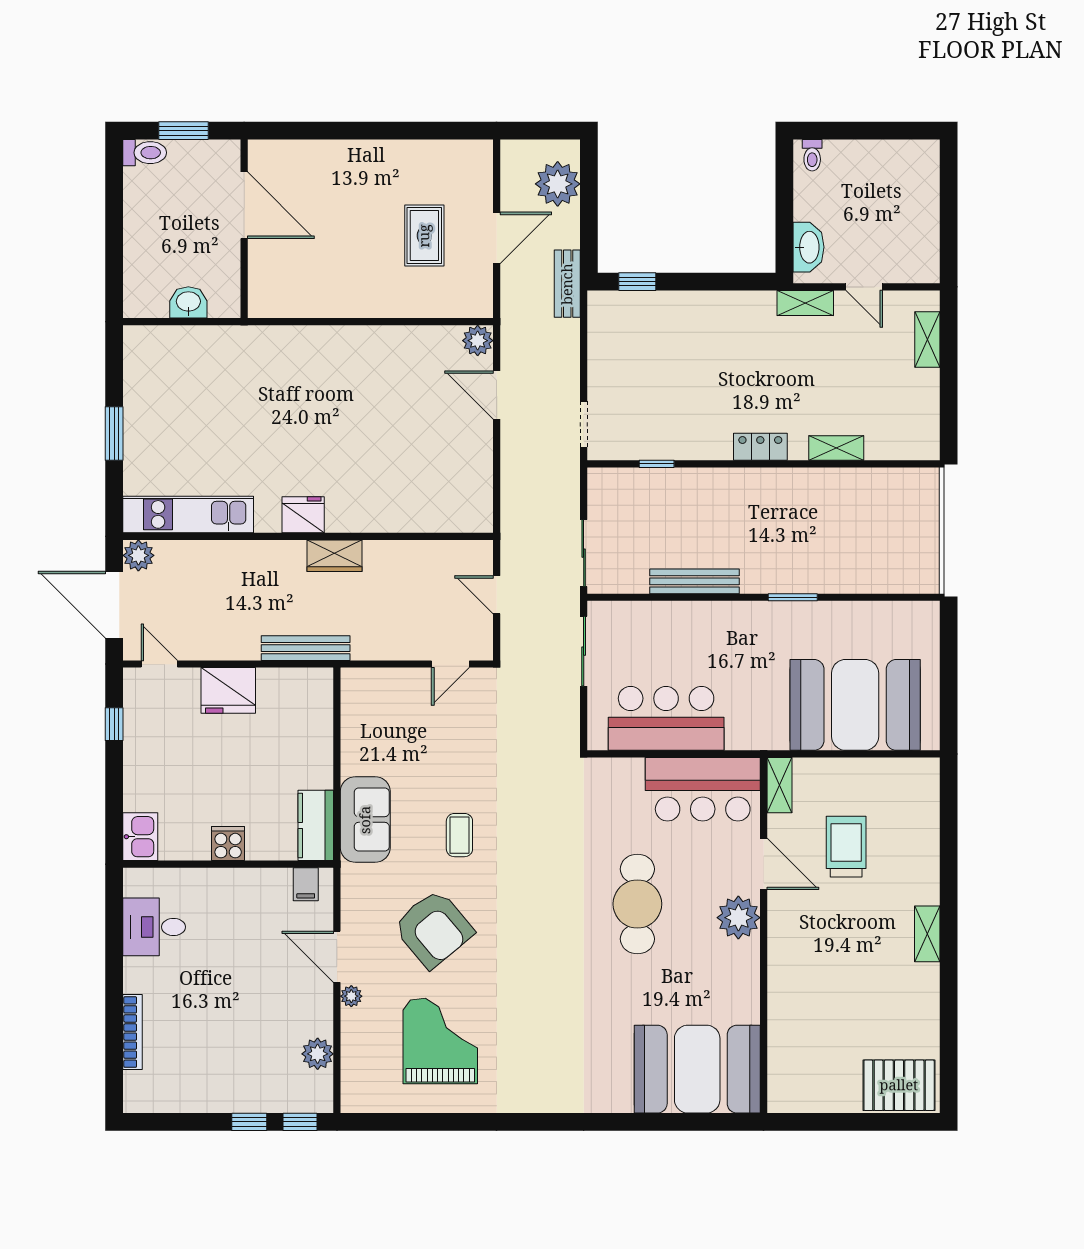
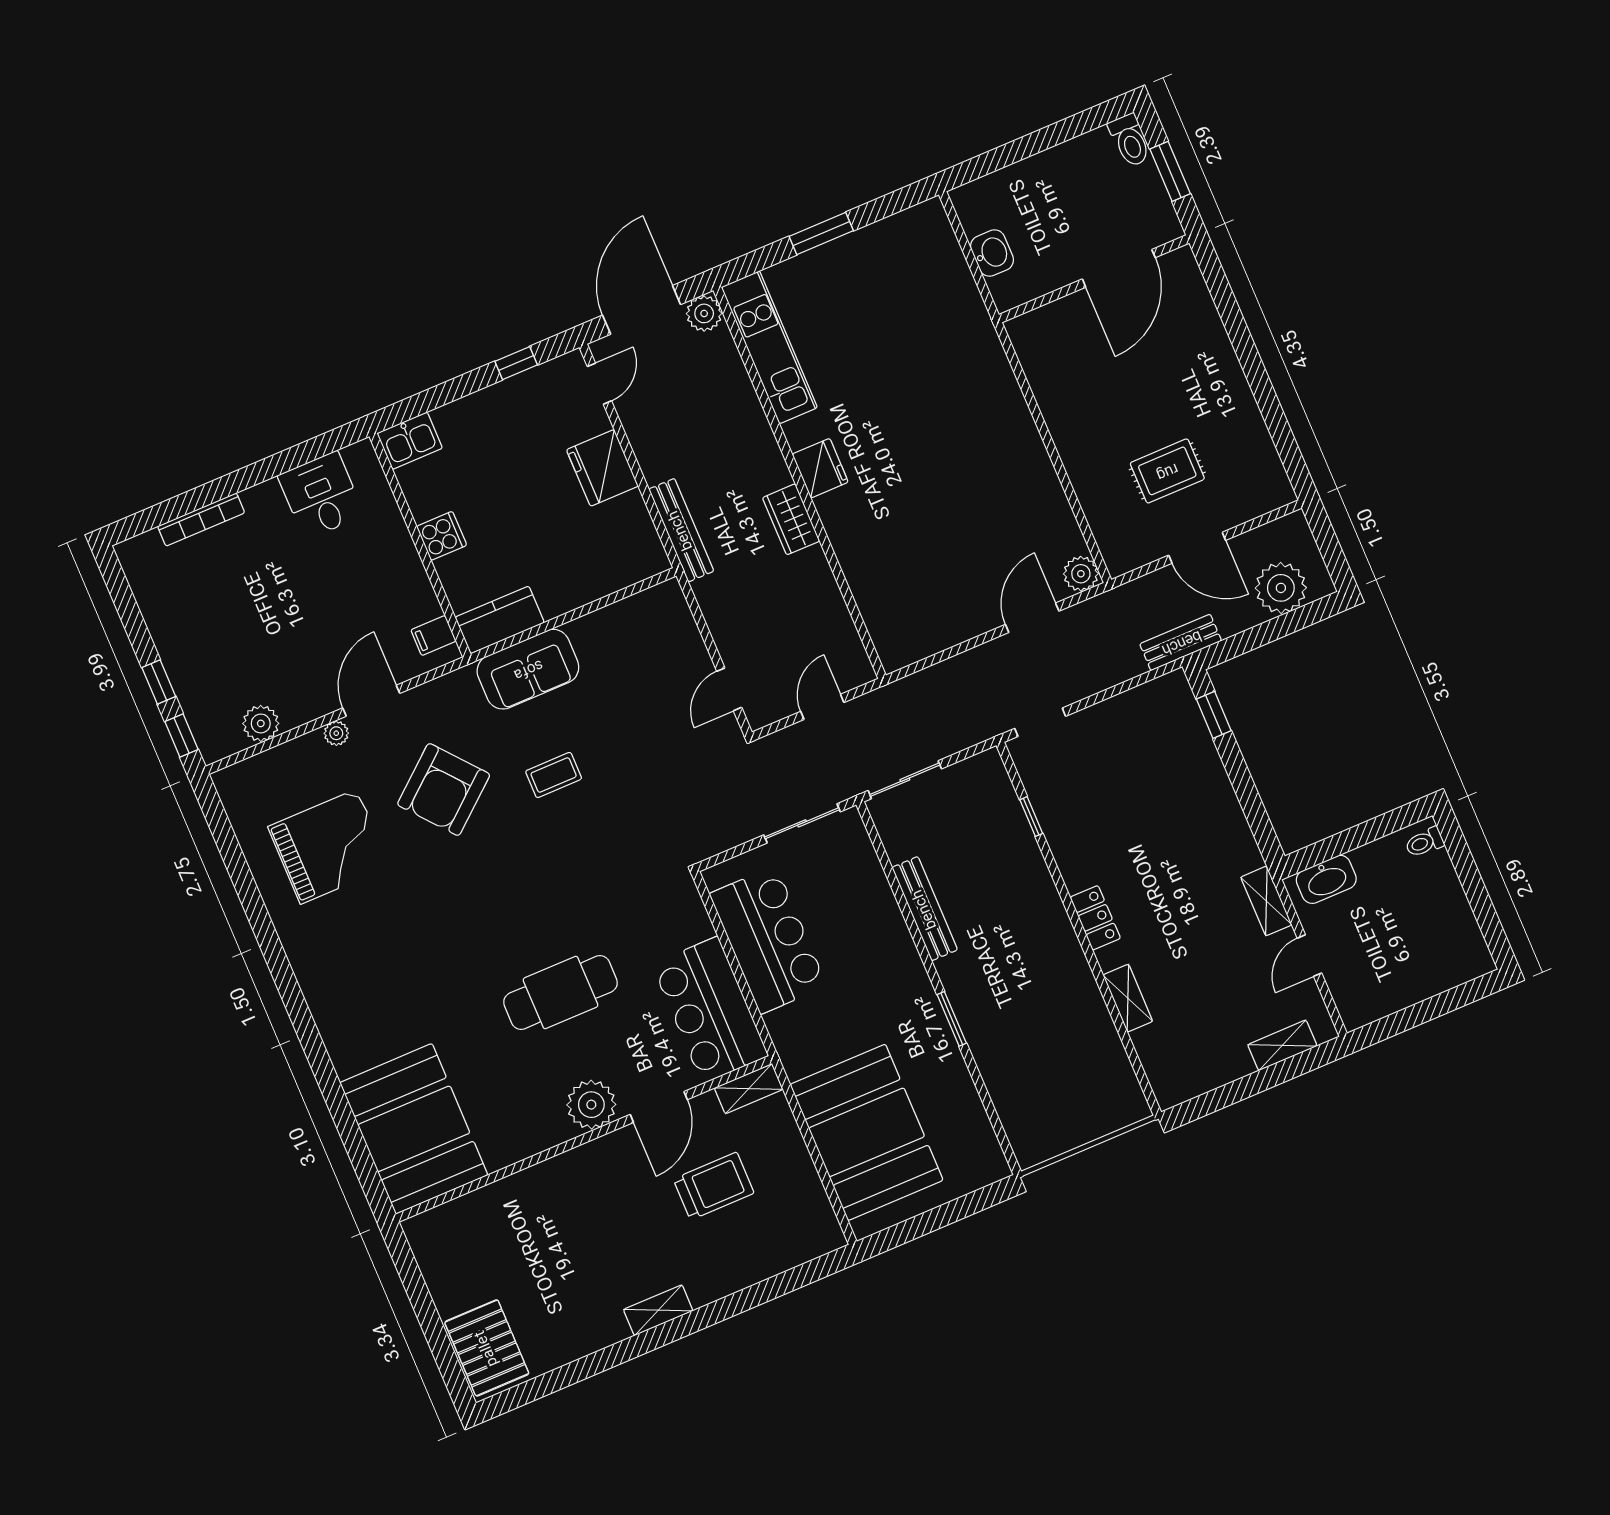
door: (450, 664) -> (729, 689), hinge flipped

